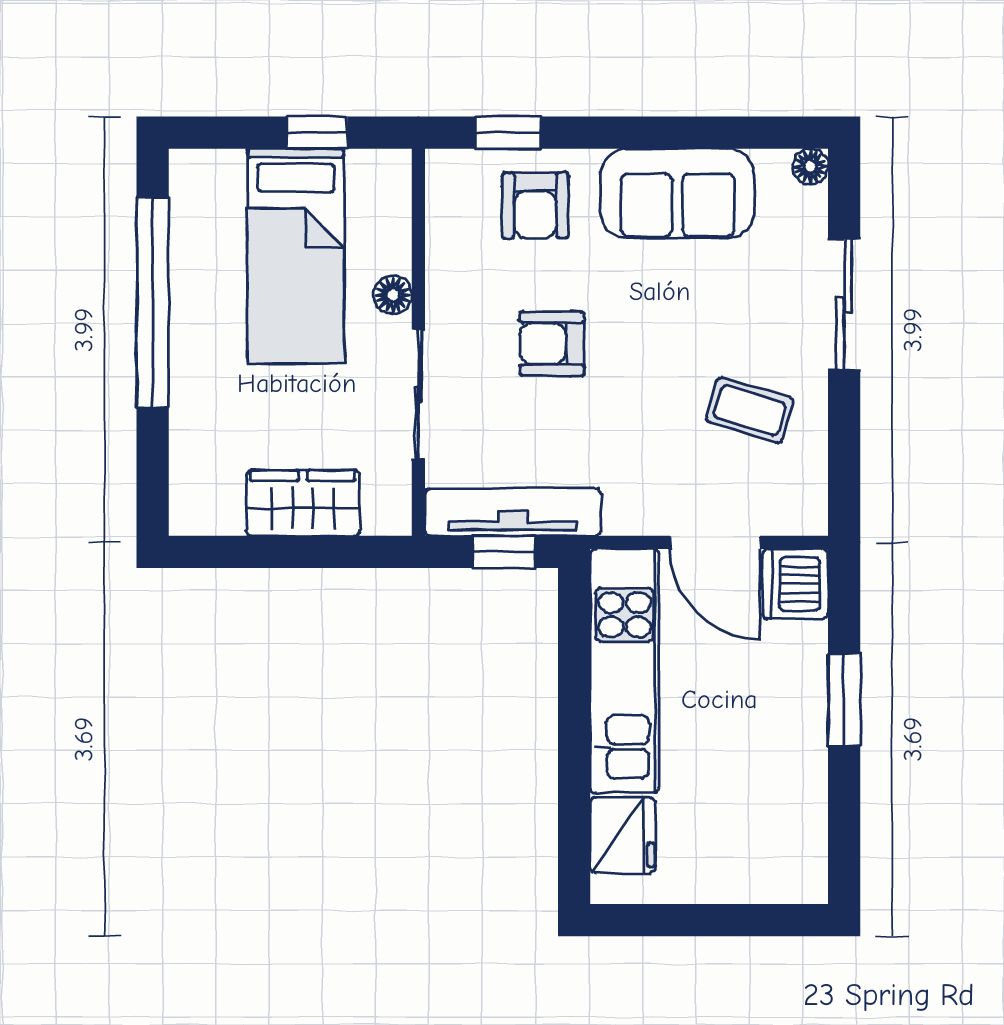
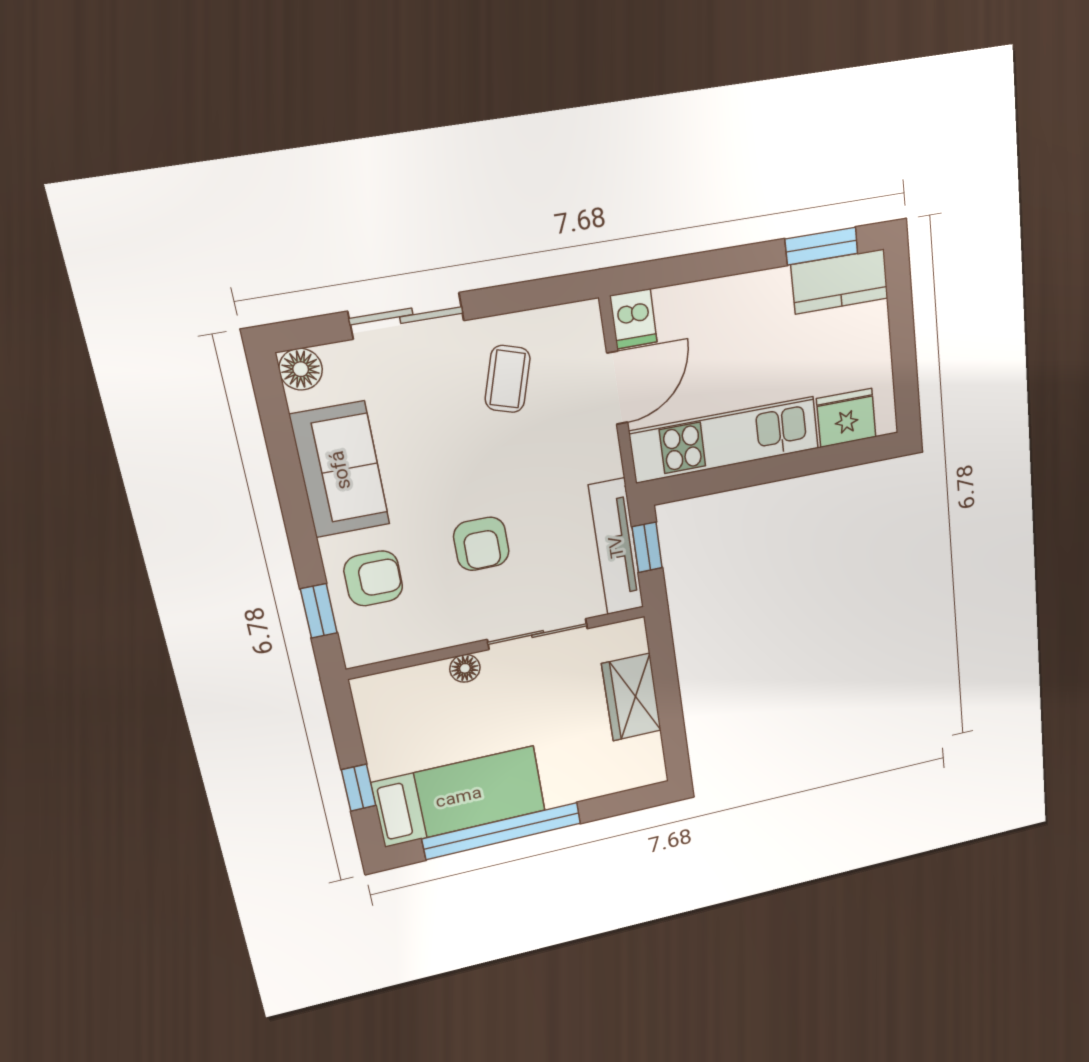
window: (317, 133) -> (359, 788), moved
floor lamp: (810, 167) -> (301, 369), width x1.37, depth x1.37
bed: (296, 256) -> (459, 797), moved
dishwasher: (795, 584) -> (633, 319), width x0.73
window: (844, 700) -> (821, 246), moved
kitchen counter: (797, 842) -> (840, 282), added

